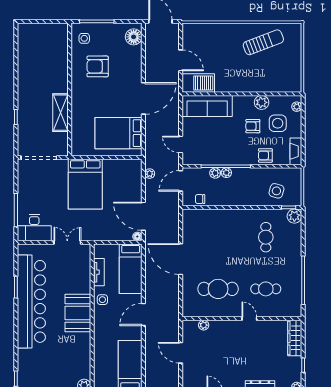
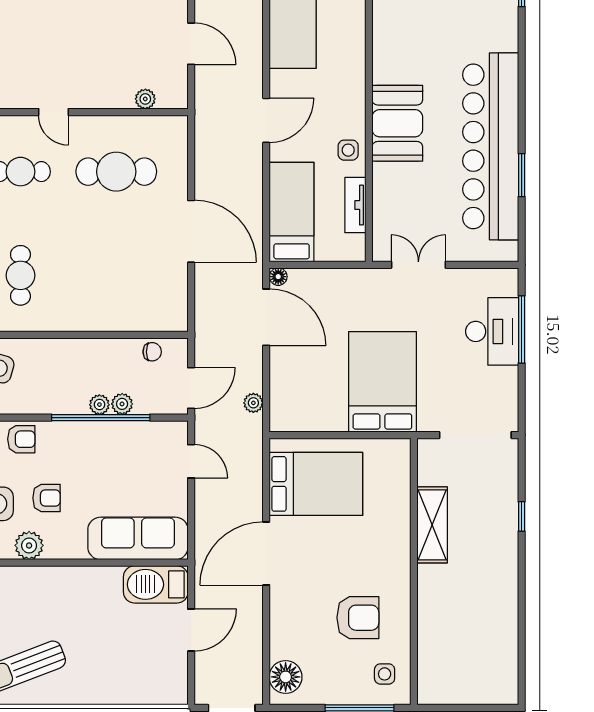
door: (181, 60) -> (191, 630), swing flipped
desk: (34, 228) -> (492, 331), moved, turned 90
double door: (67, 242) -> (418, 265), swing flipped

